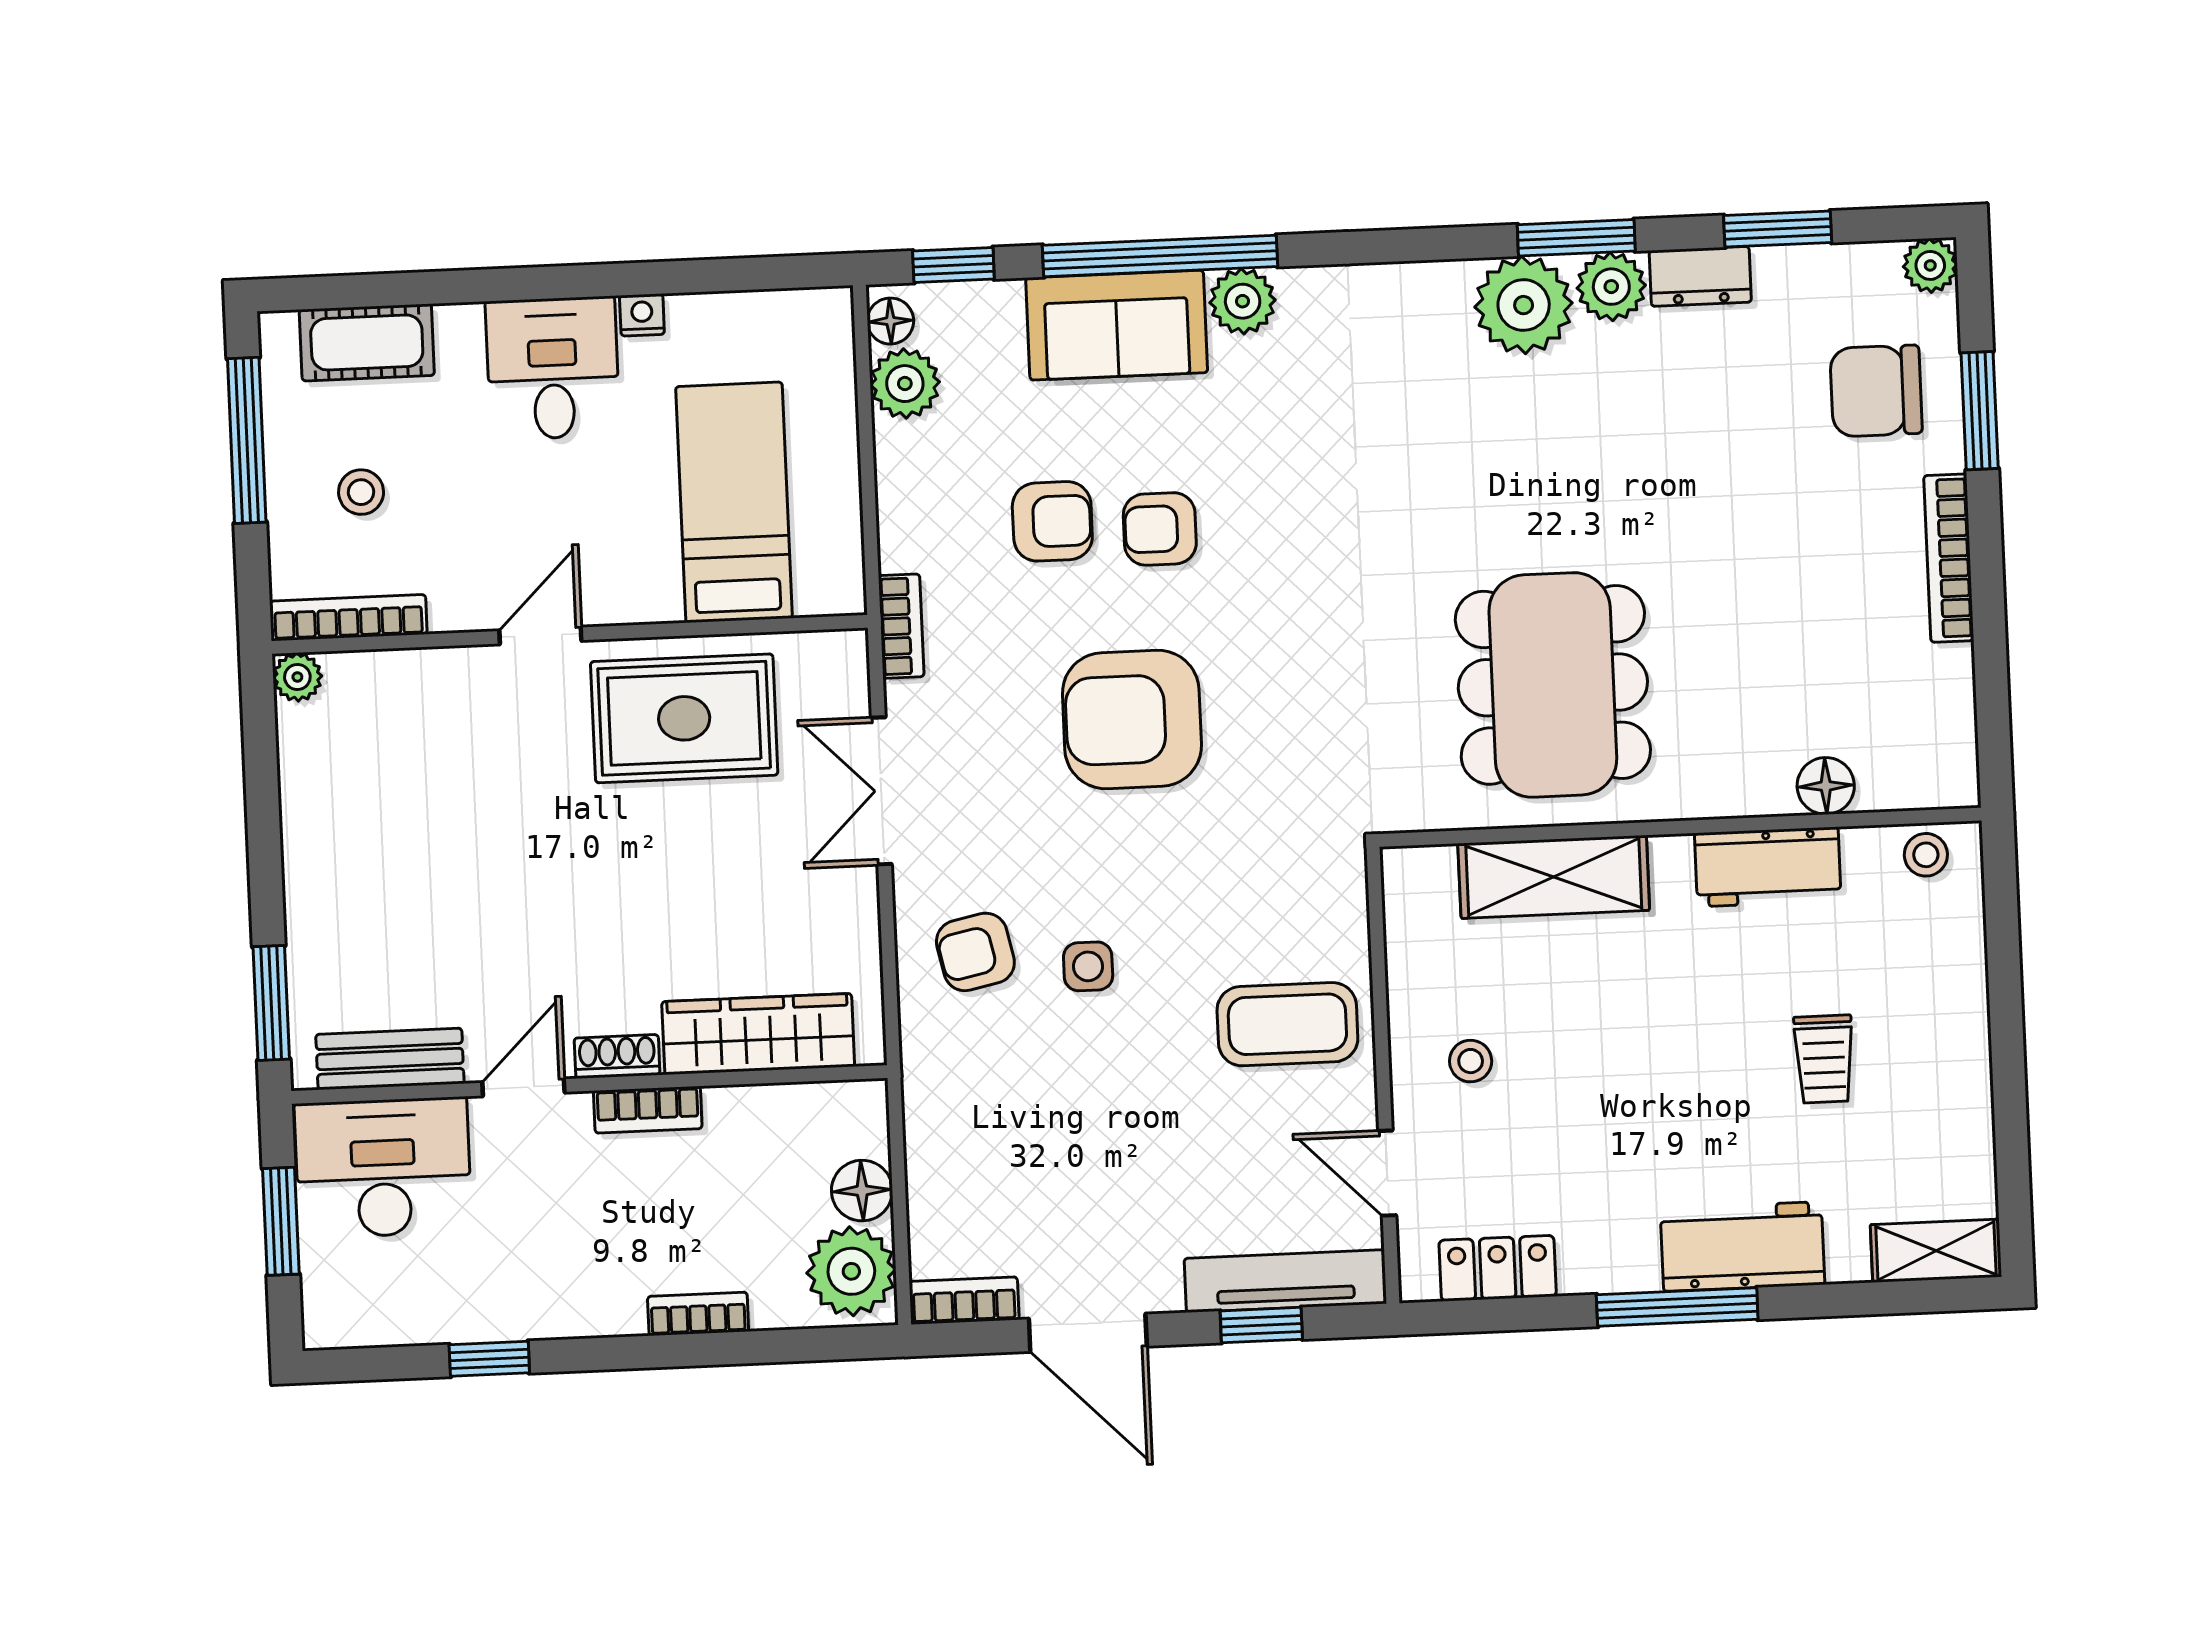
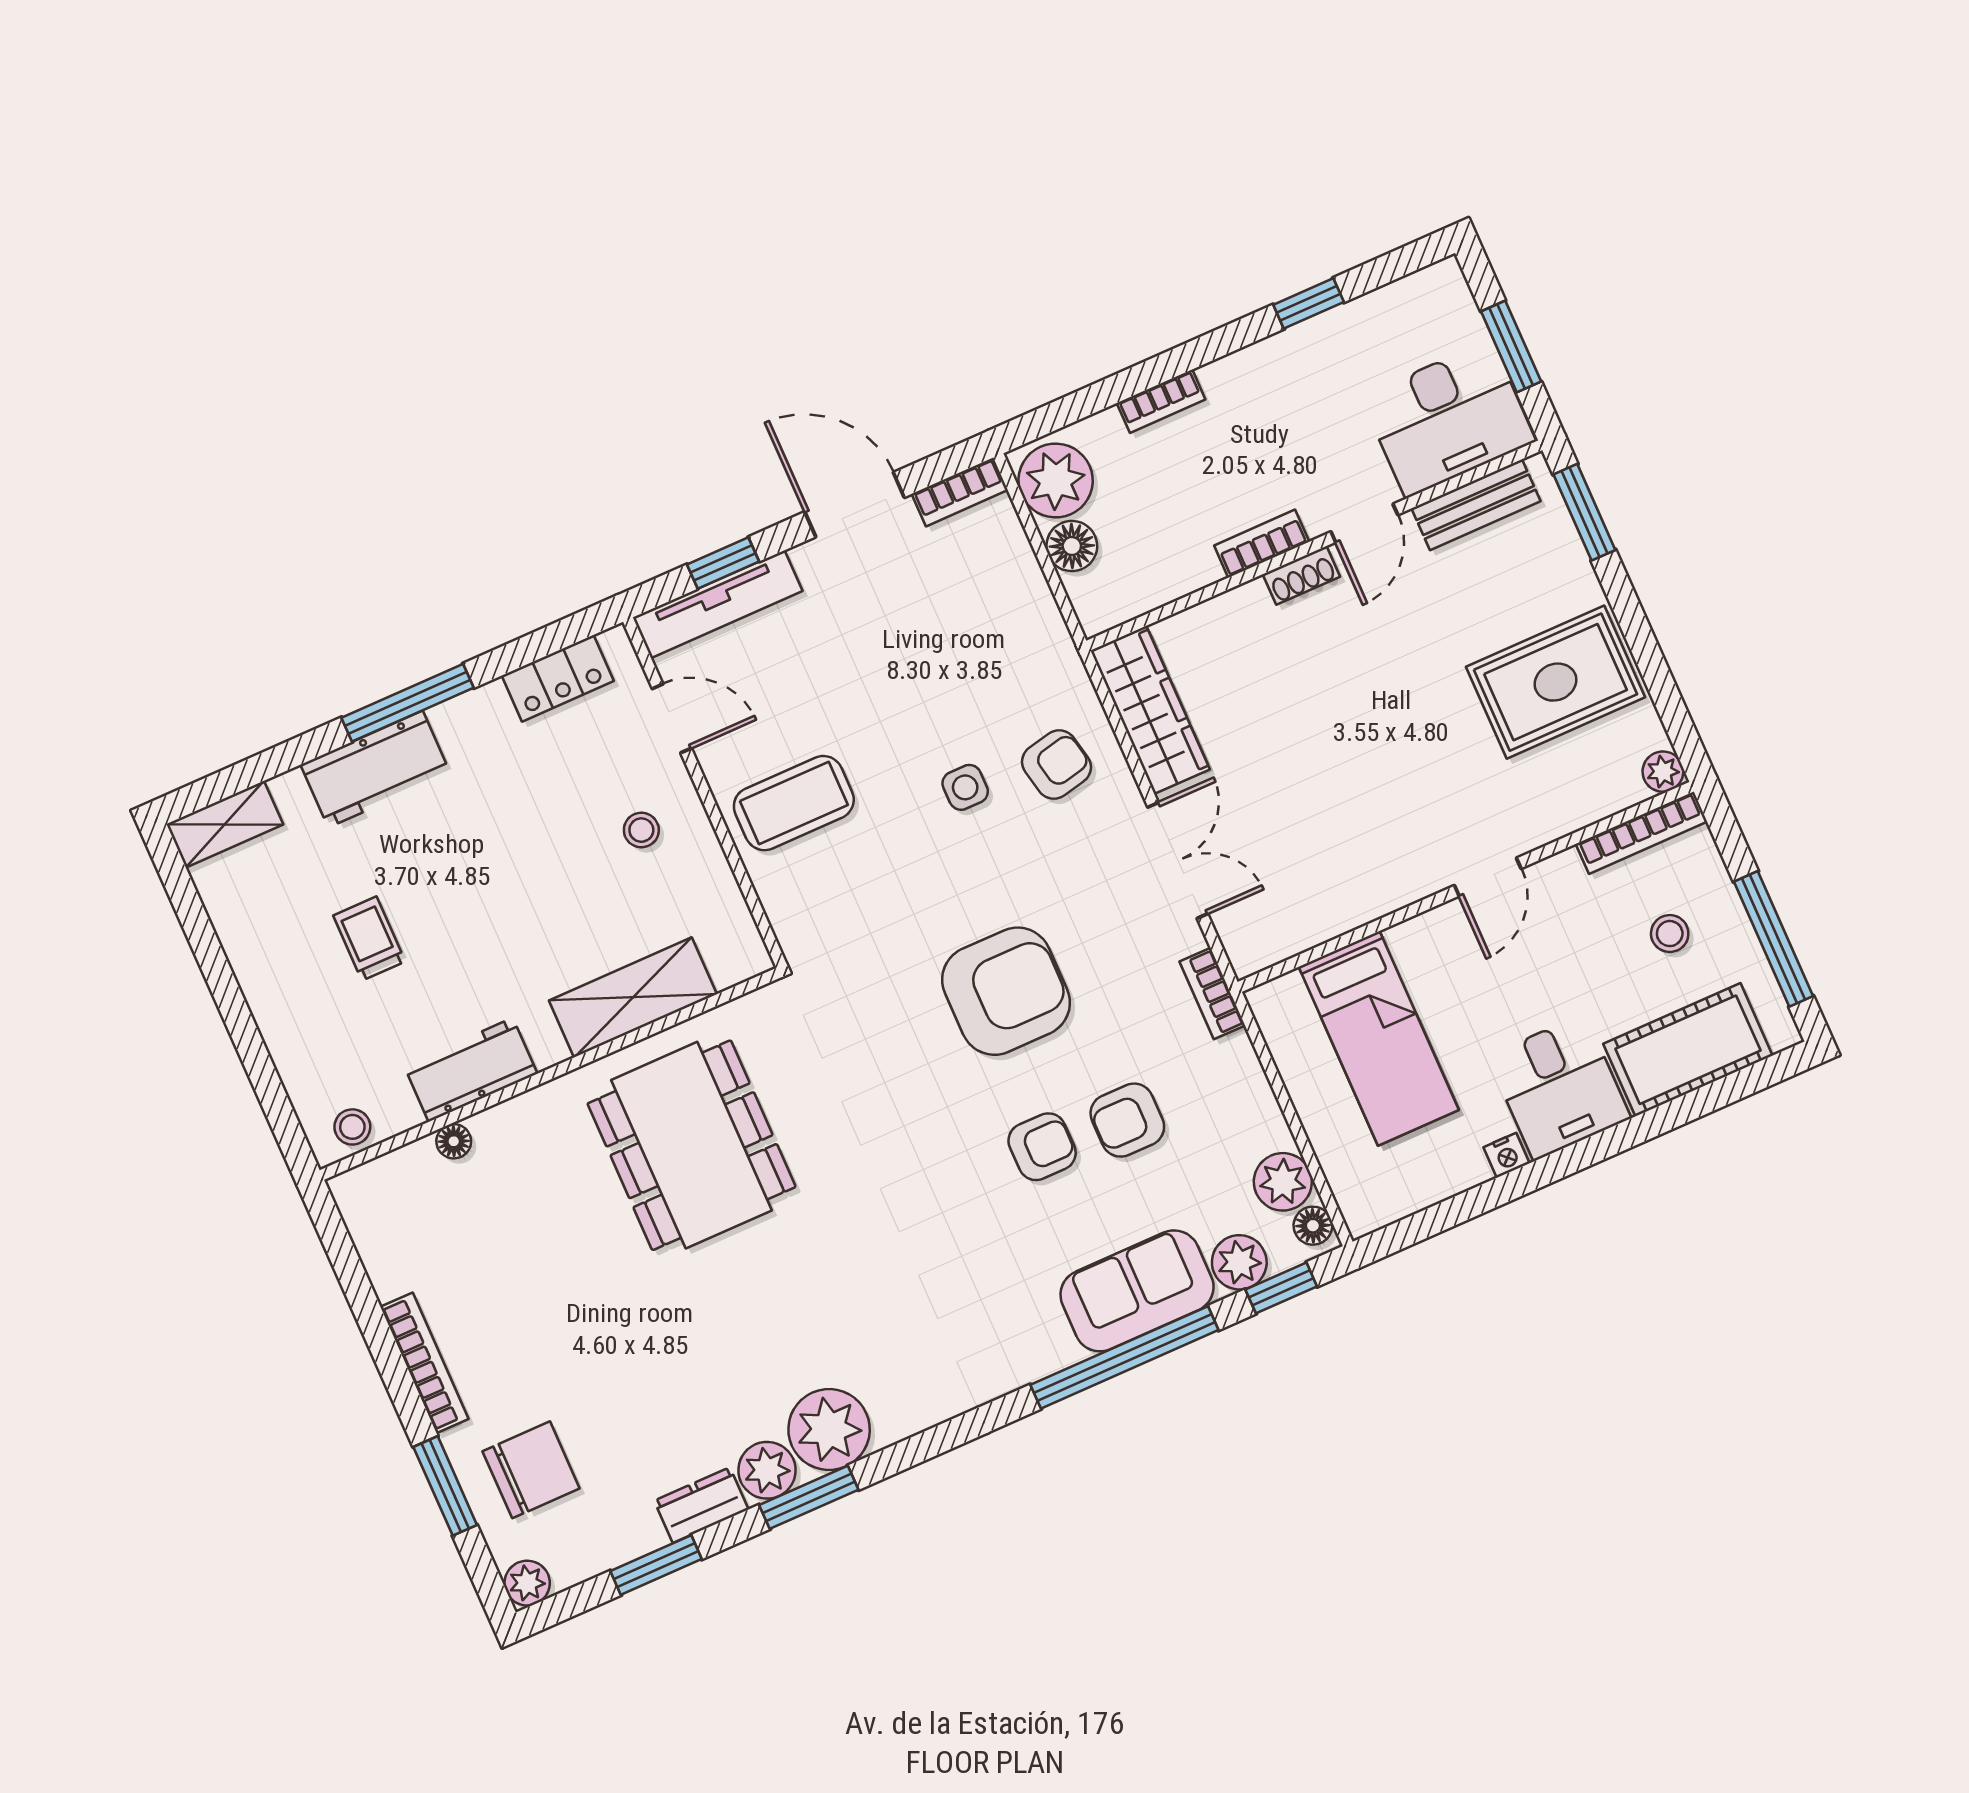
plant: (1243, 301) -> (1239, 1262), moved
cot: (367, 342) -> (1688, 1050), width x1.37, depth x1.34
rug: (684, 718) -> (1556, 682), moved
floor lamp: (1826, 786) -> (454, 1141), width x0.73, depth x0.73
wardrobe: (758, 1034) -> (1150, 710), moved, turned -90

